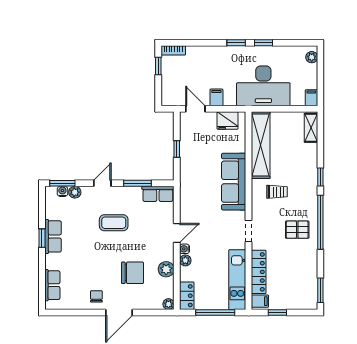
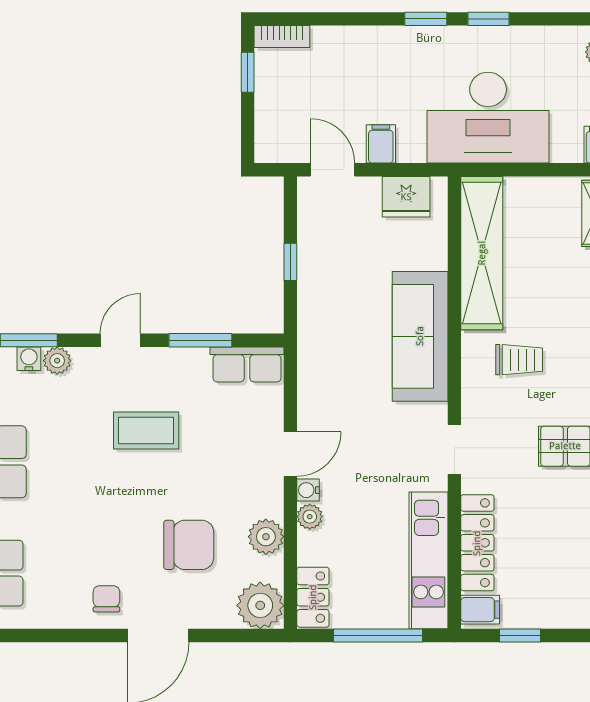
plant: (168, 304) -> (260, 605), width x1.88, depth x1.88

